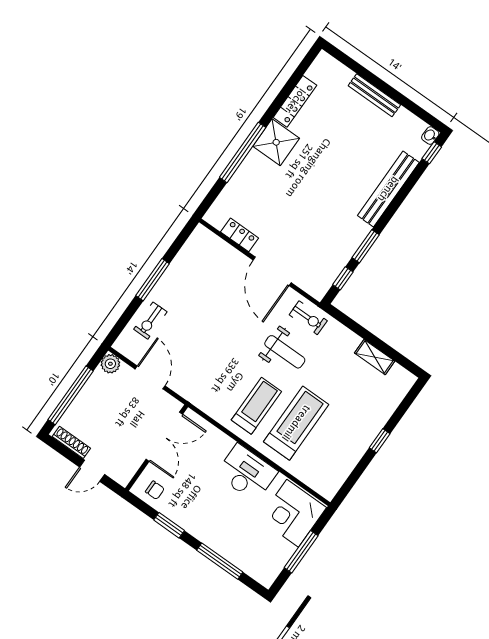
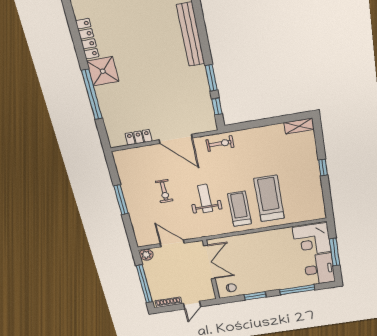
exercise bike: (150, 321) -> (164, 191), moved
weight bench: (285, 352) -> (205, 199), moved, turned -90
shelving: (375, 357) -> (299, 126), moved
desk: (247, 473) -> (320, 269), moved, turned 90

